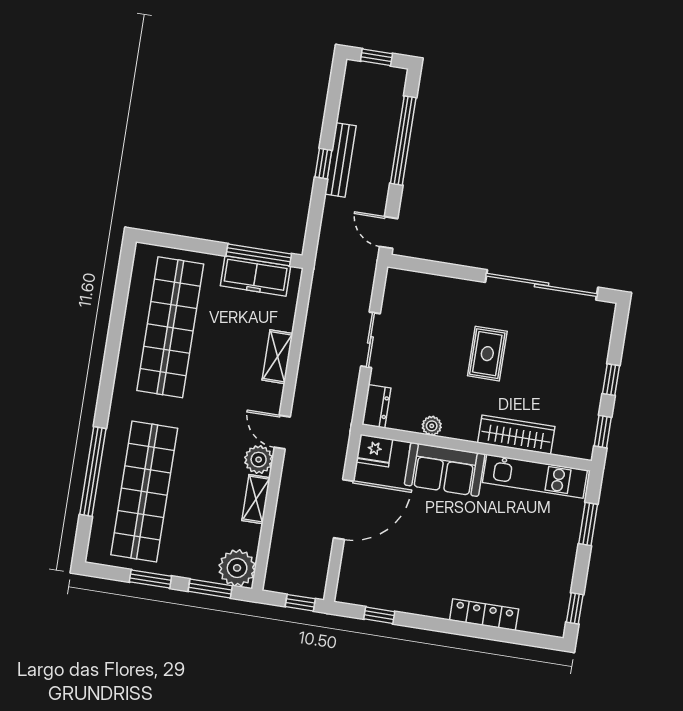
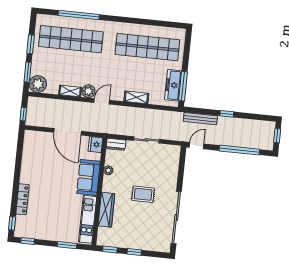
bench: (340, 160) -> (200, 119), moved
window: (379, 615) -> (12, 223), moved

